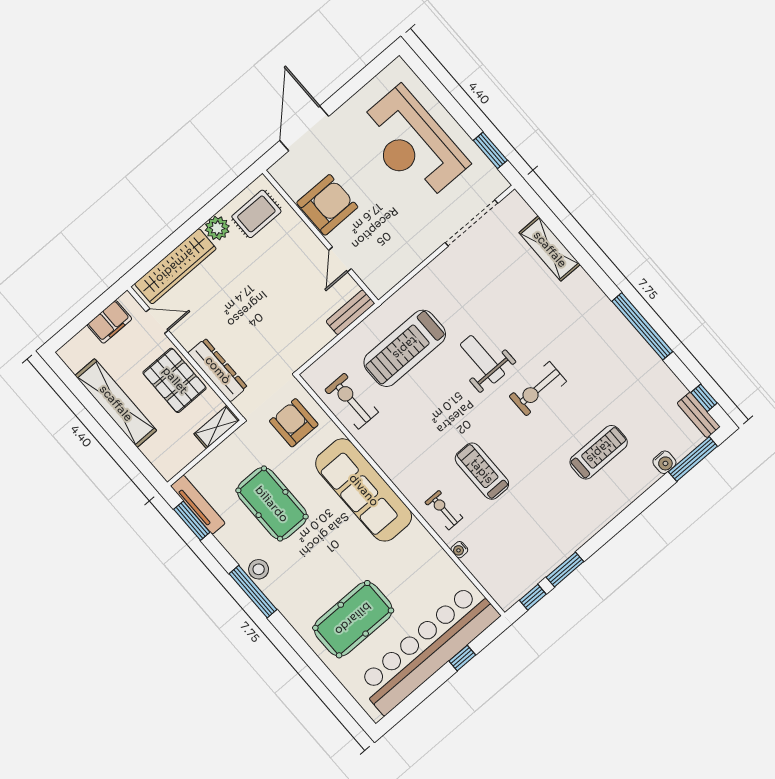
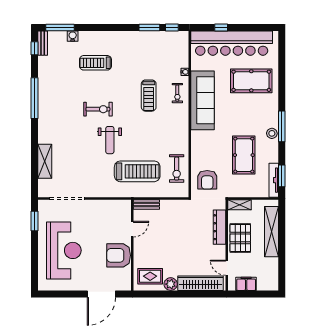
shelving: (116, 403) -> (272, 232), moved
sofa: (364, 490) -> (203, 100), moved

